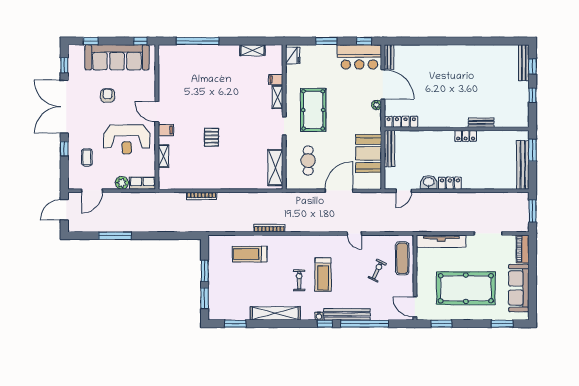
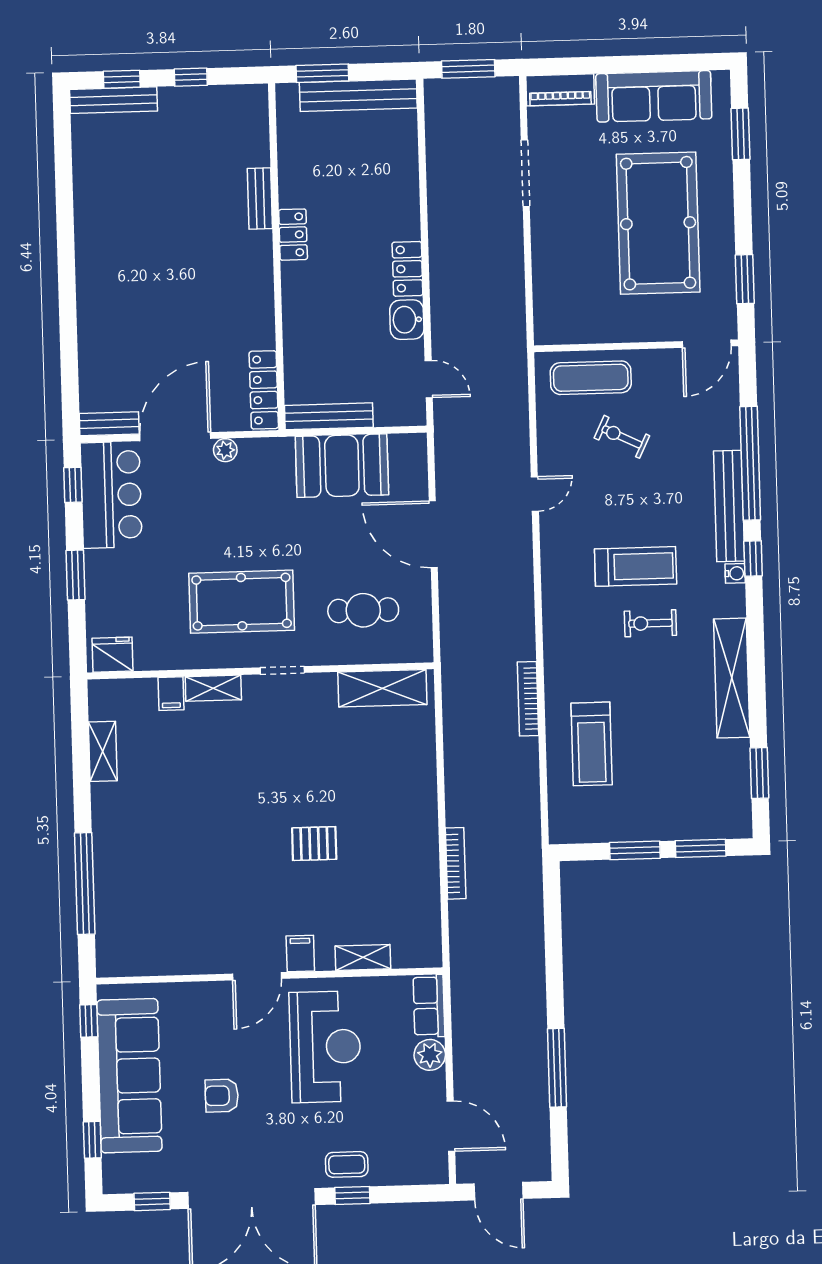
coffee table: (87, 157) -> (347, 1164), moved
tv unit: (441, 241) -> (547, 286), removed

